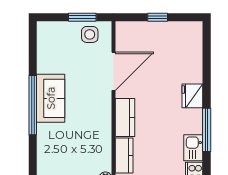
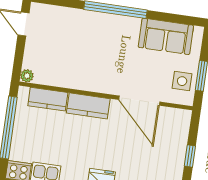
sofa: (51, 98) -> (166, 36), moved

